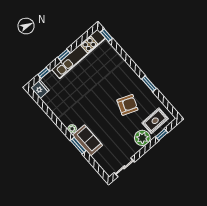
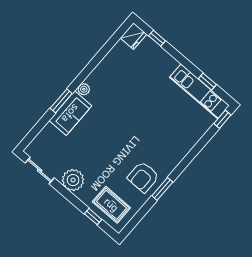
kitchen unit: (79, 54) -> (199, 91), width x0.73
window: (64, 55) -> (207, 82), moved
armchair: (127, 105) -> (143, 177), moved, turned 68
plant: (142, 138) -> (73, 180), moved

